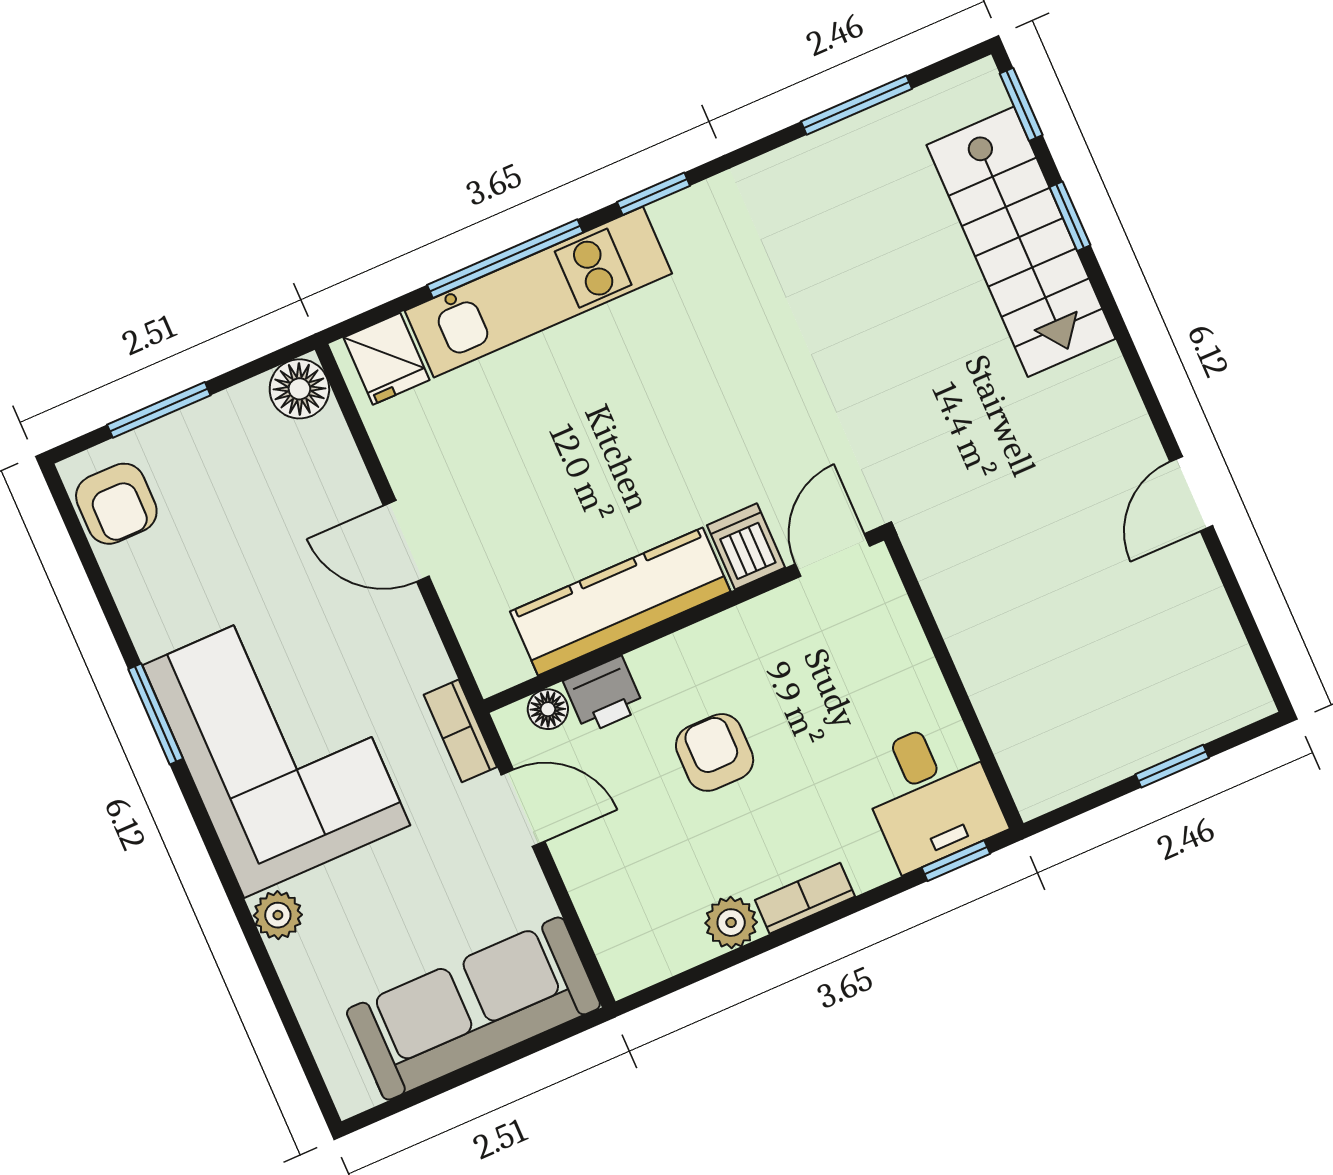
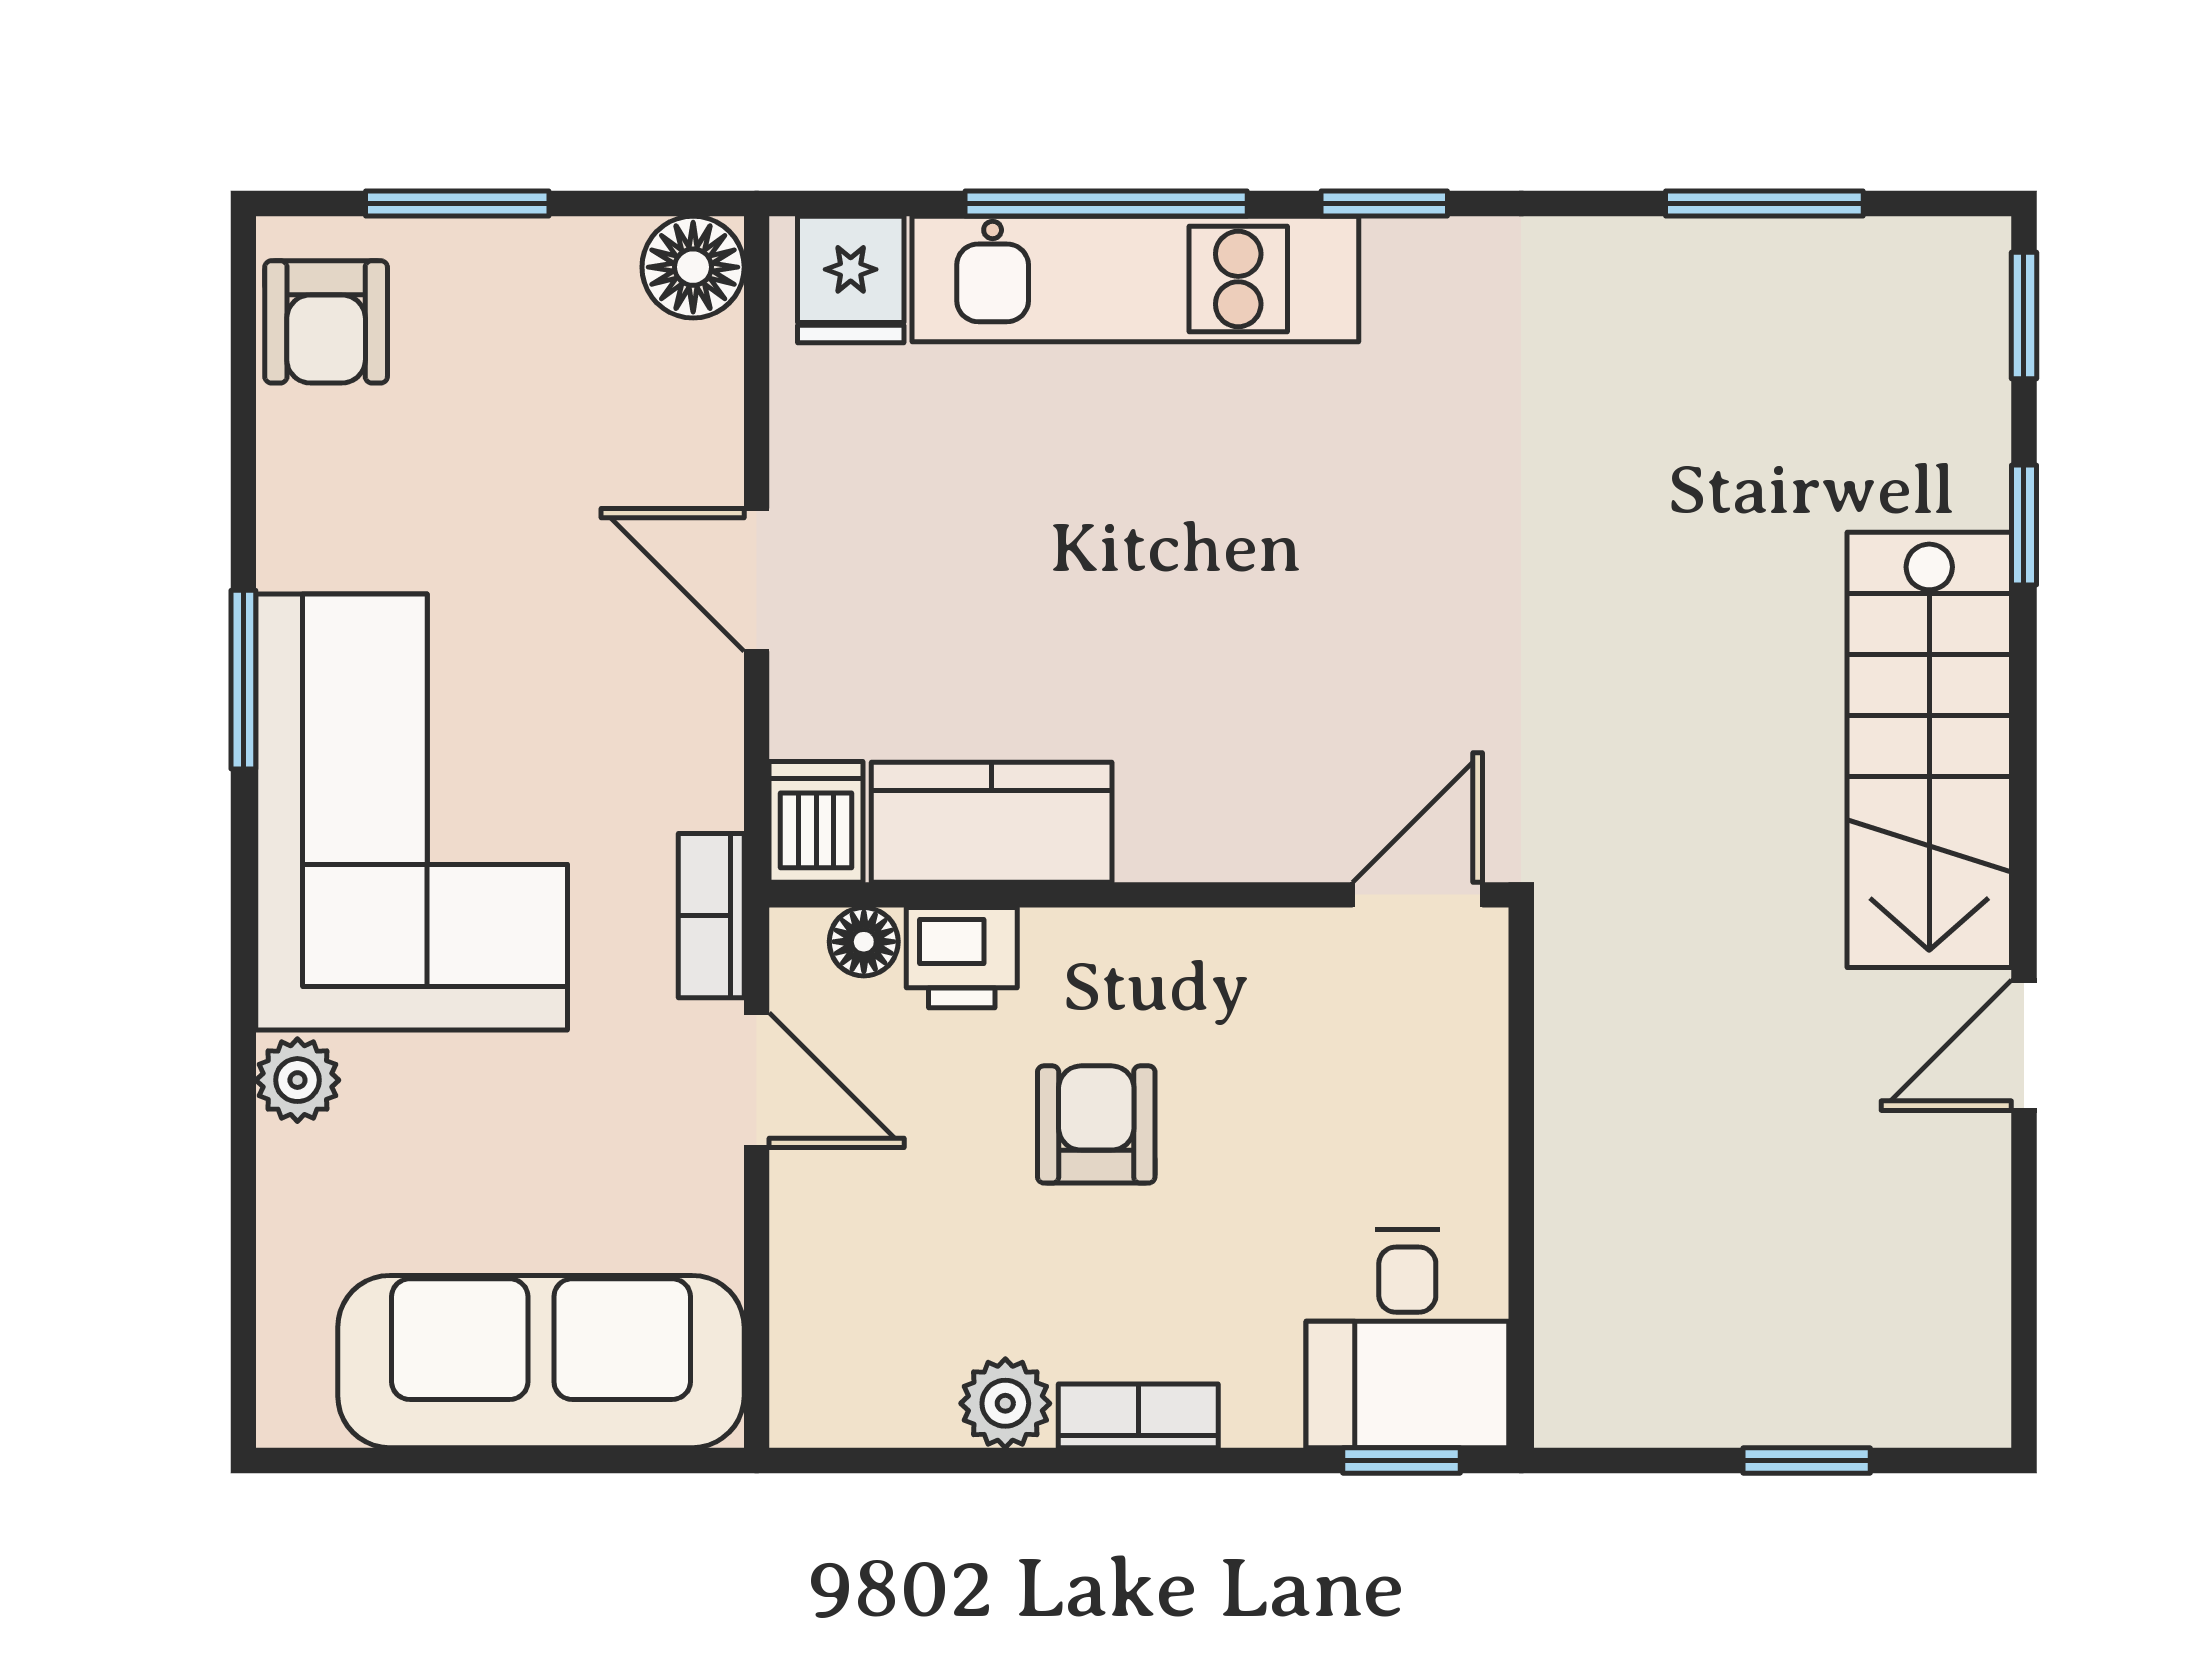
stairs: (1021, 242) -> (1929, 750), moved
dishwasher: (746, 546) -> (816, 822), moved
kitchen counter: (620, 602) -> (992, 822), width x0.67

